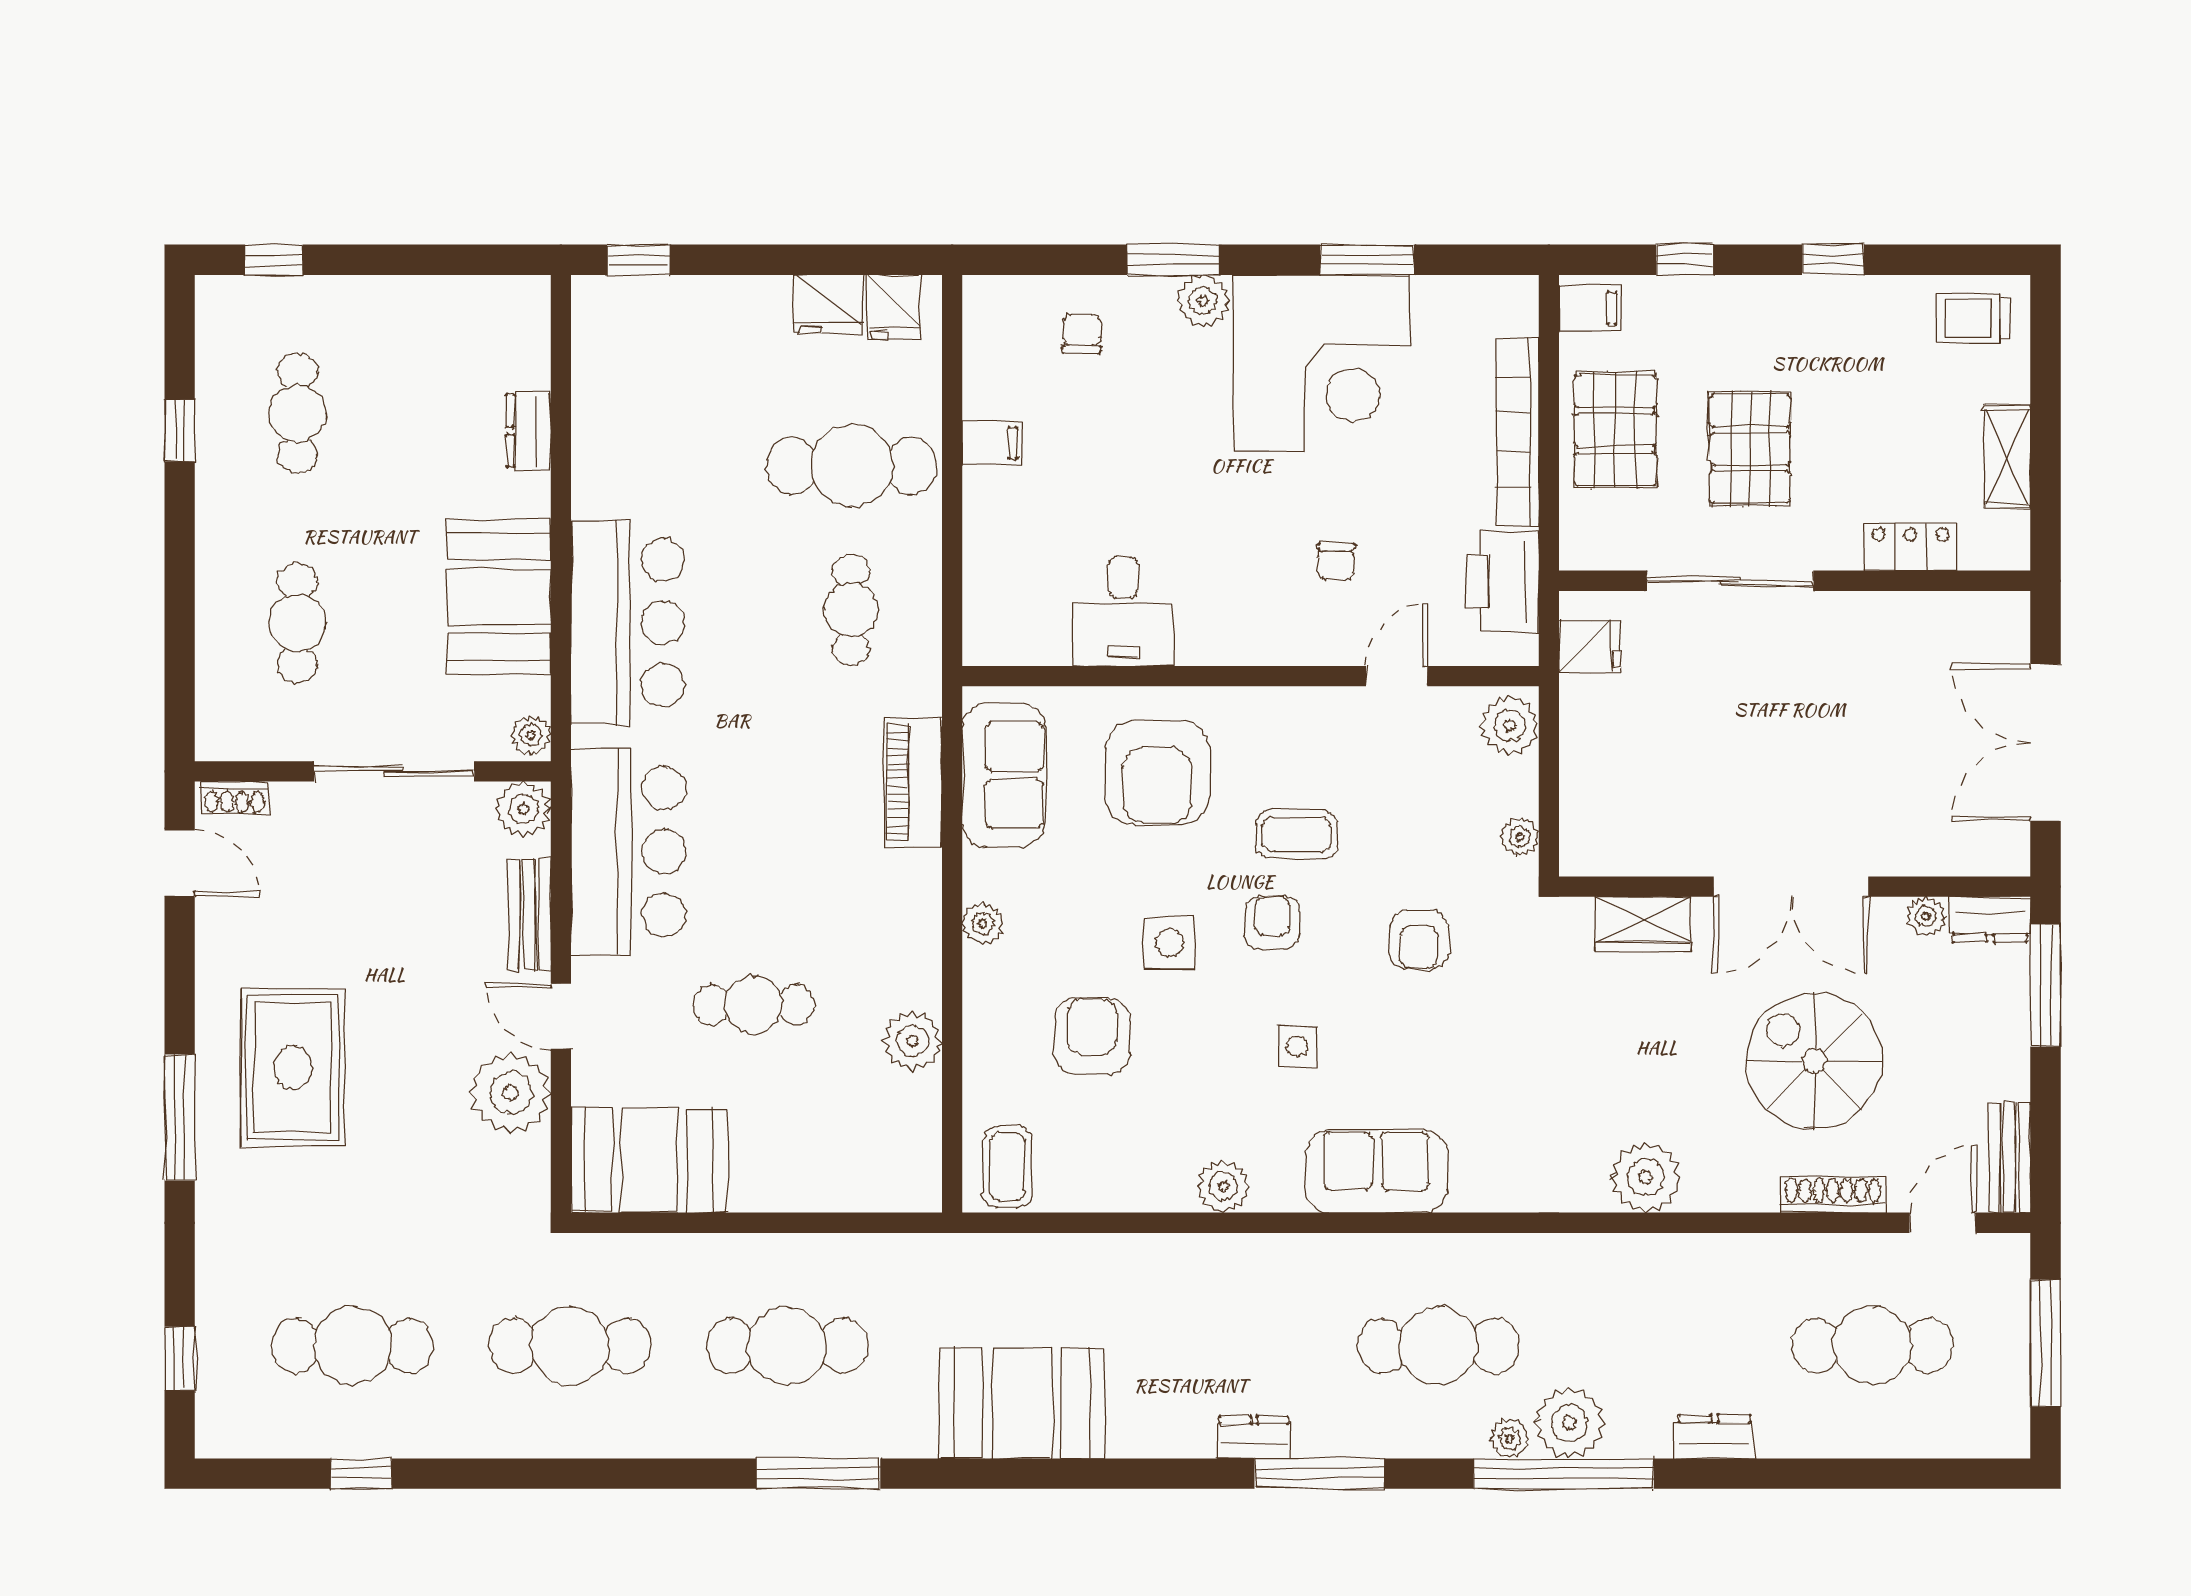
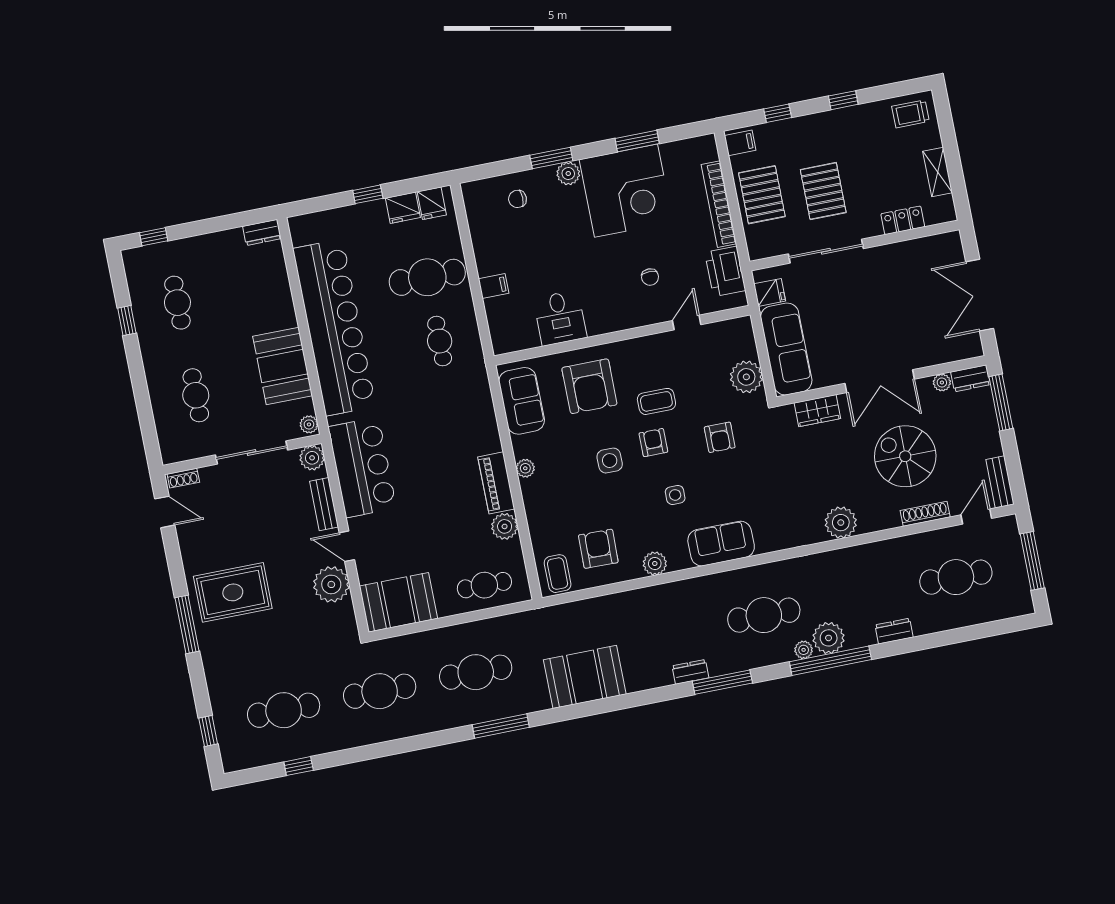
window: (638, 260) -> (368, 194), moved
chair: (1082, 334) -> (517, 199), turned -90
dresser: (529, 431) -> (262, 232), moved, turned -90
filing cabinet: (992, 443) -> (494, 286), moved
bar counter: (628, 623) -> (334, 327), width x1.86
plant: (1509, 725) -> (741, 334), removed
sofa: (1602, 776) -> (786, 349), added
piano: (913, 783) -> (496, 483), moved
plant: (1520, 837) -> (746, 377), width x1.88, depth x1.88
cafe table: (754, 1004) -> (484, 585), moved
armchair: (1092, 1036) -> (598, 549), moved
rug: (293, 1068) -> (233, 592), turned 90

